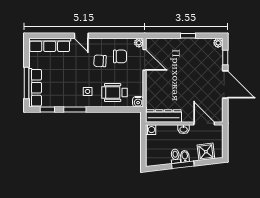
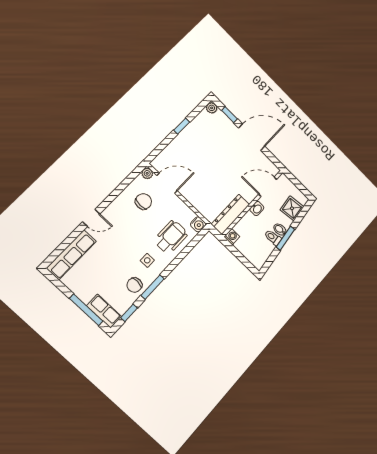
chair: (100, 61) -> (134, 285), moved
row of seats: (35, 88) -> (104, 311), width x0.68
wheelchair: (115, 93) -> (171, 237), turned 180

